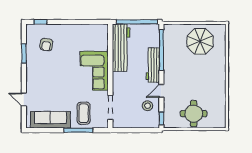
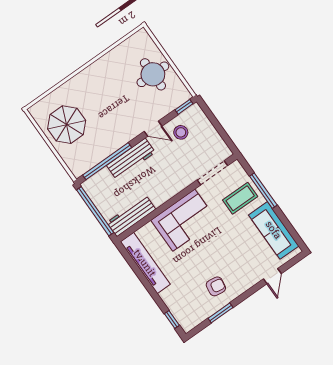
tv unit: (85, 30) -> (145, 263), added
armchair: (46, 45) -> (216, 286), moved
workbench: (121, 48) -> (131, 216), width x0.73, depth x0.76

